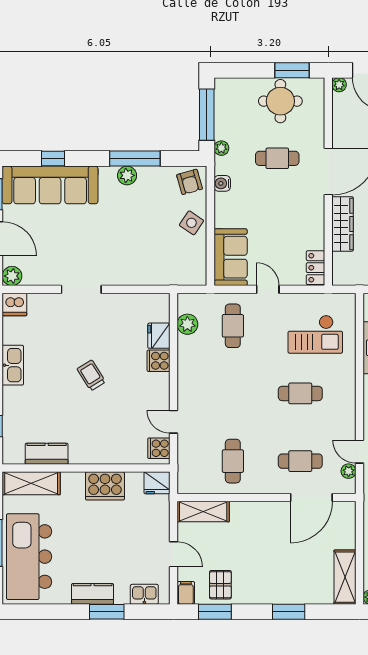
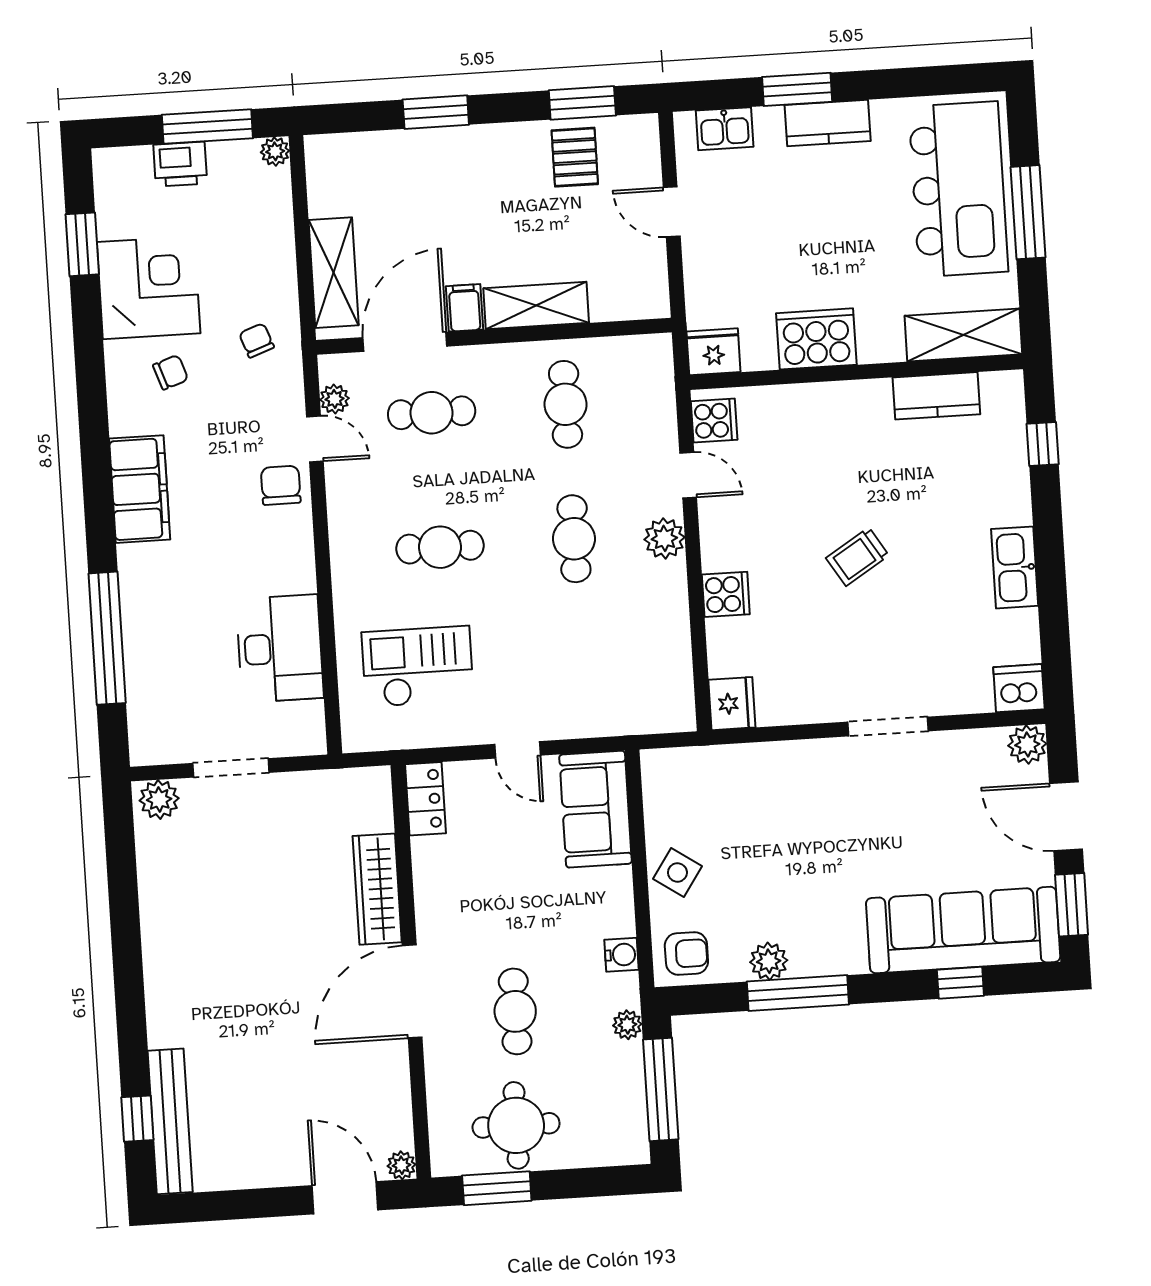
cafe table: (277, 158) -> (515, 1011), turned 90
plant: (127, 175) -> (769, 961), moved
armchair: (190, 182) -> (686, 954), turned 106
plant: (187, 324) -> (664, 538), moved
cafe table: (233, 326) -> (574, 539), moved
fridge: (159, 336) -> (732, 704), moved
trolley: (91, 375) -> (857, 557), turned 90
shelving: (203, 512) -> (536, 306), moved
shelving: (345, 577) -> (334, 273), moved
filing cabinet: (186, 593) -> (465, 308), moved, turned 180

